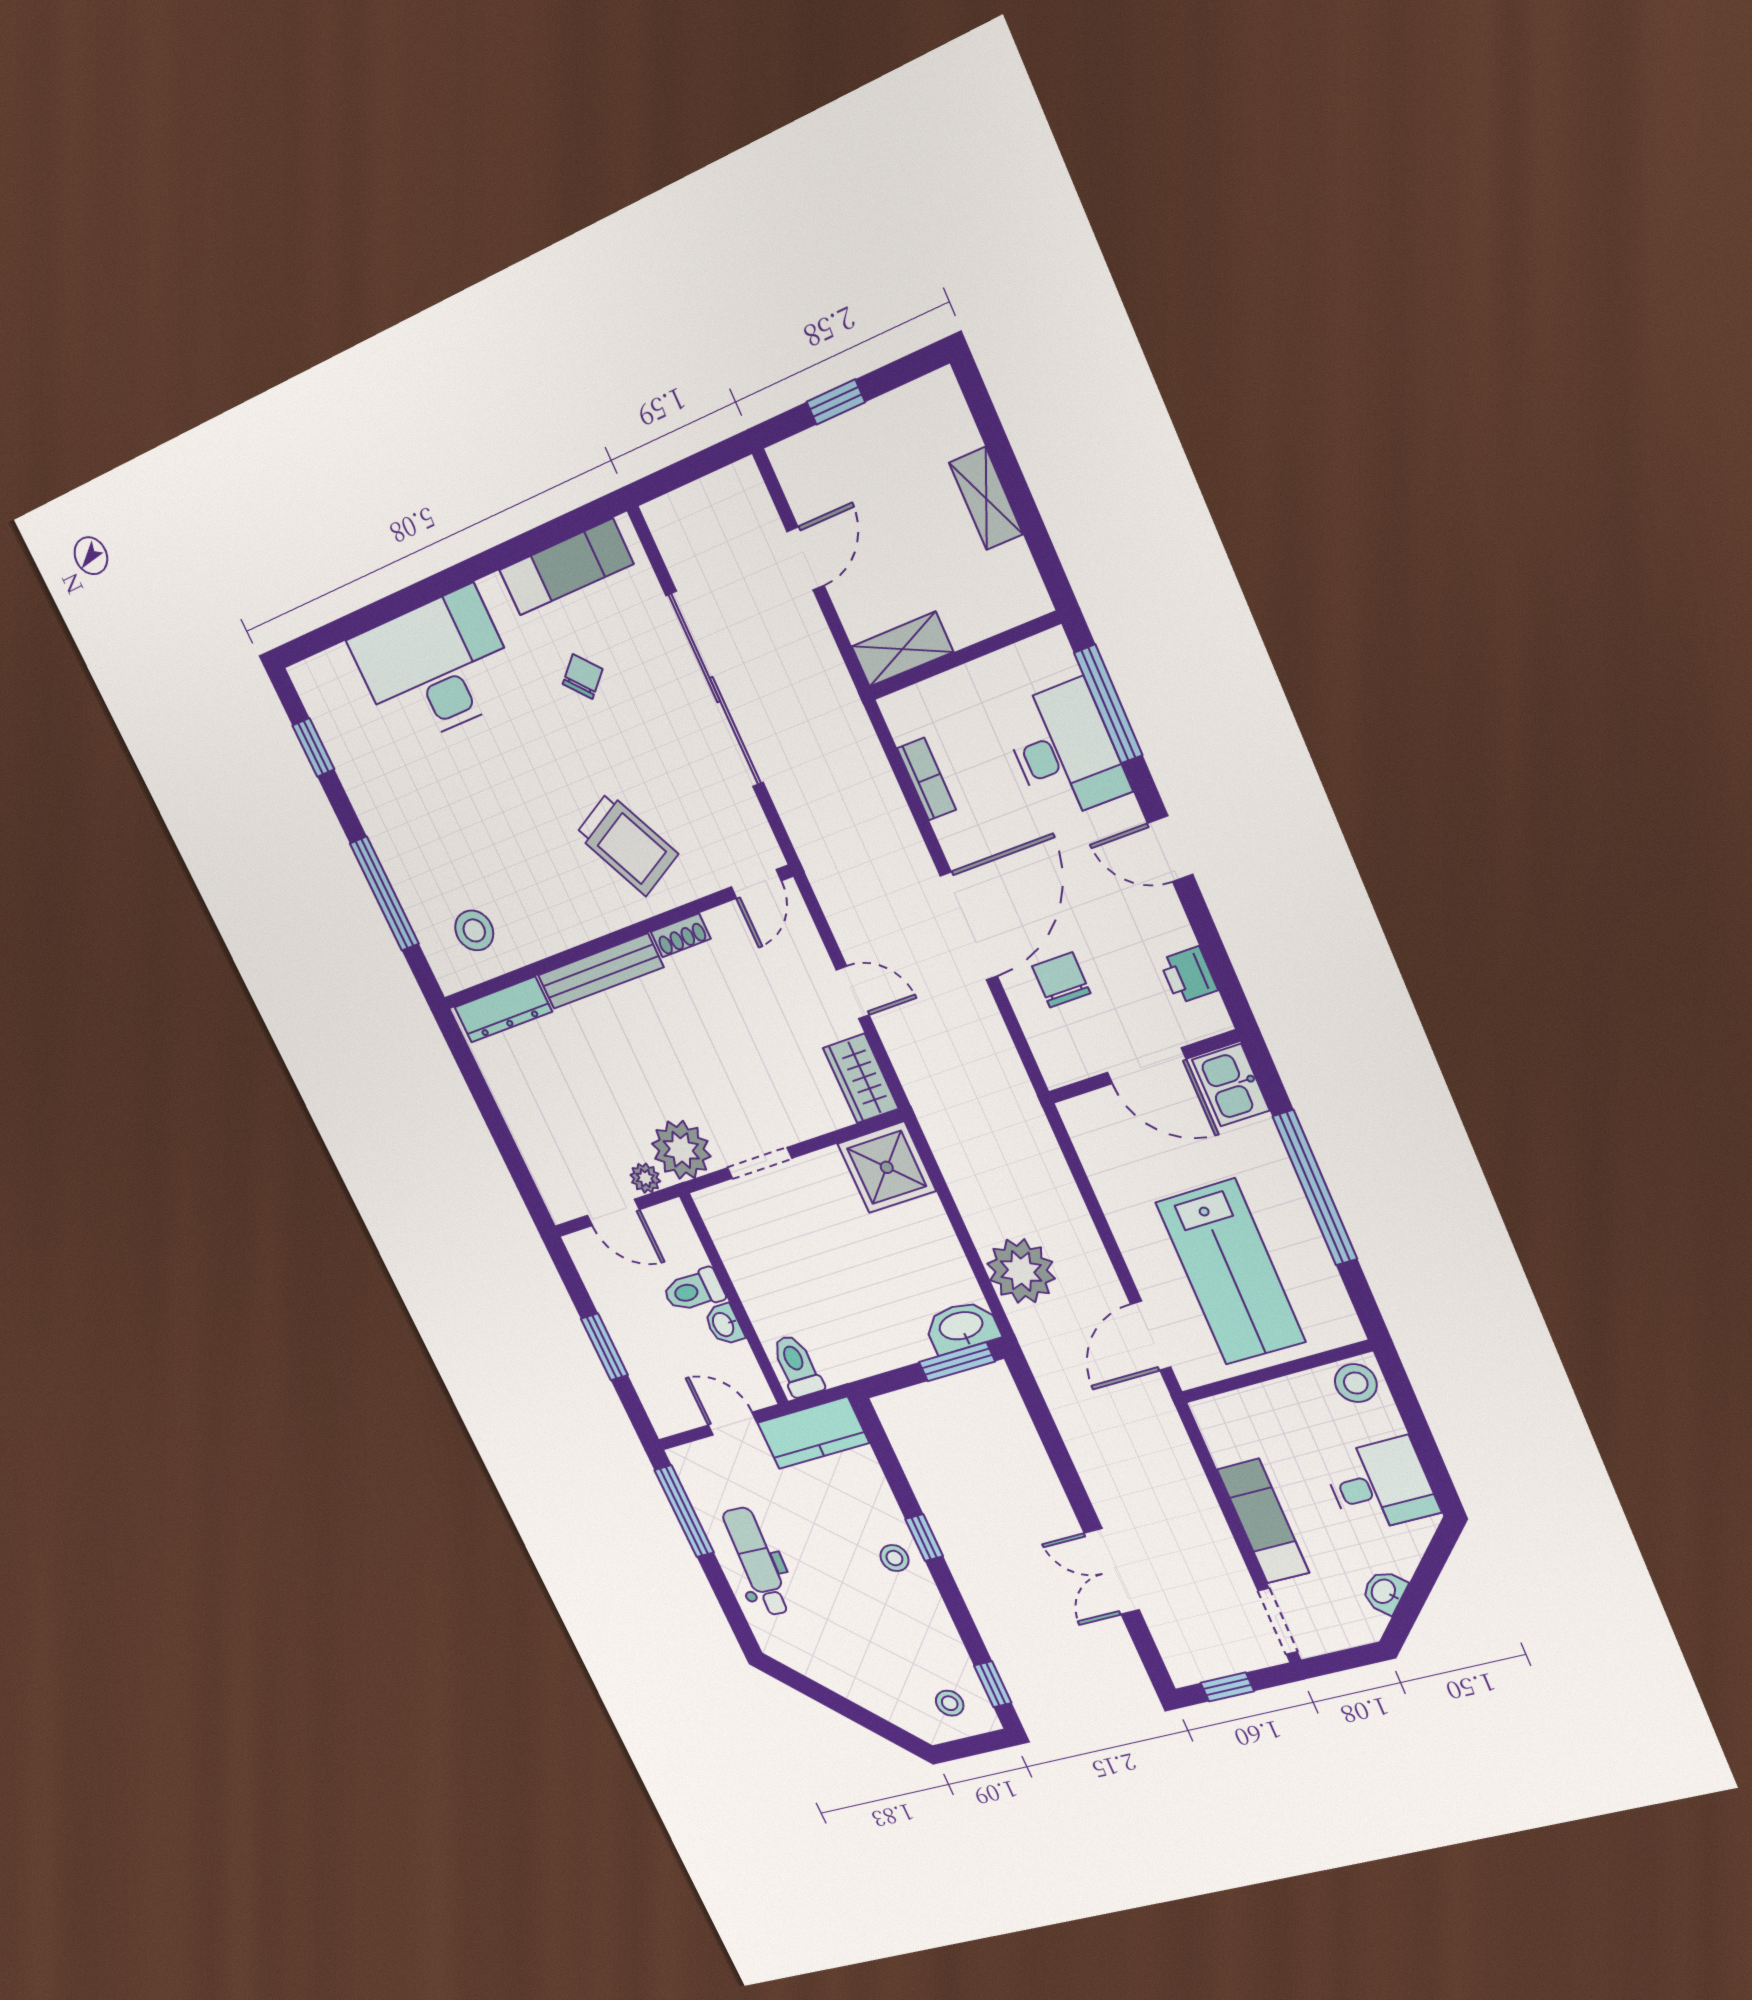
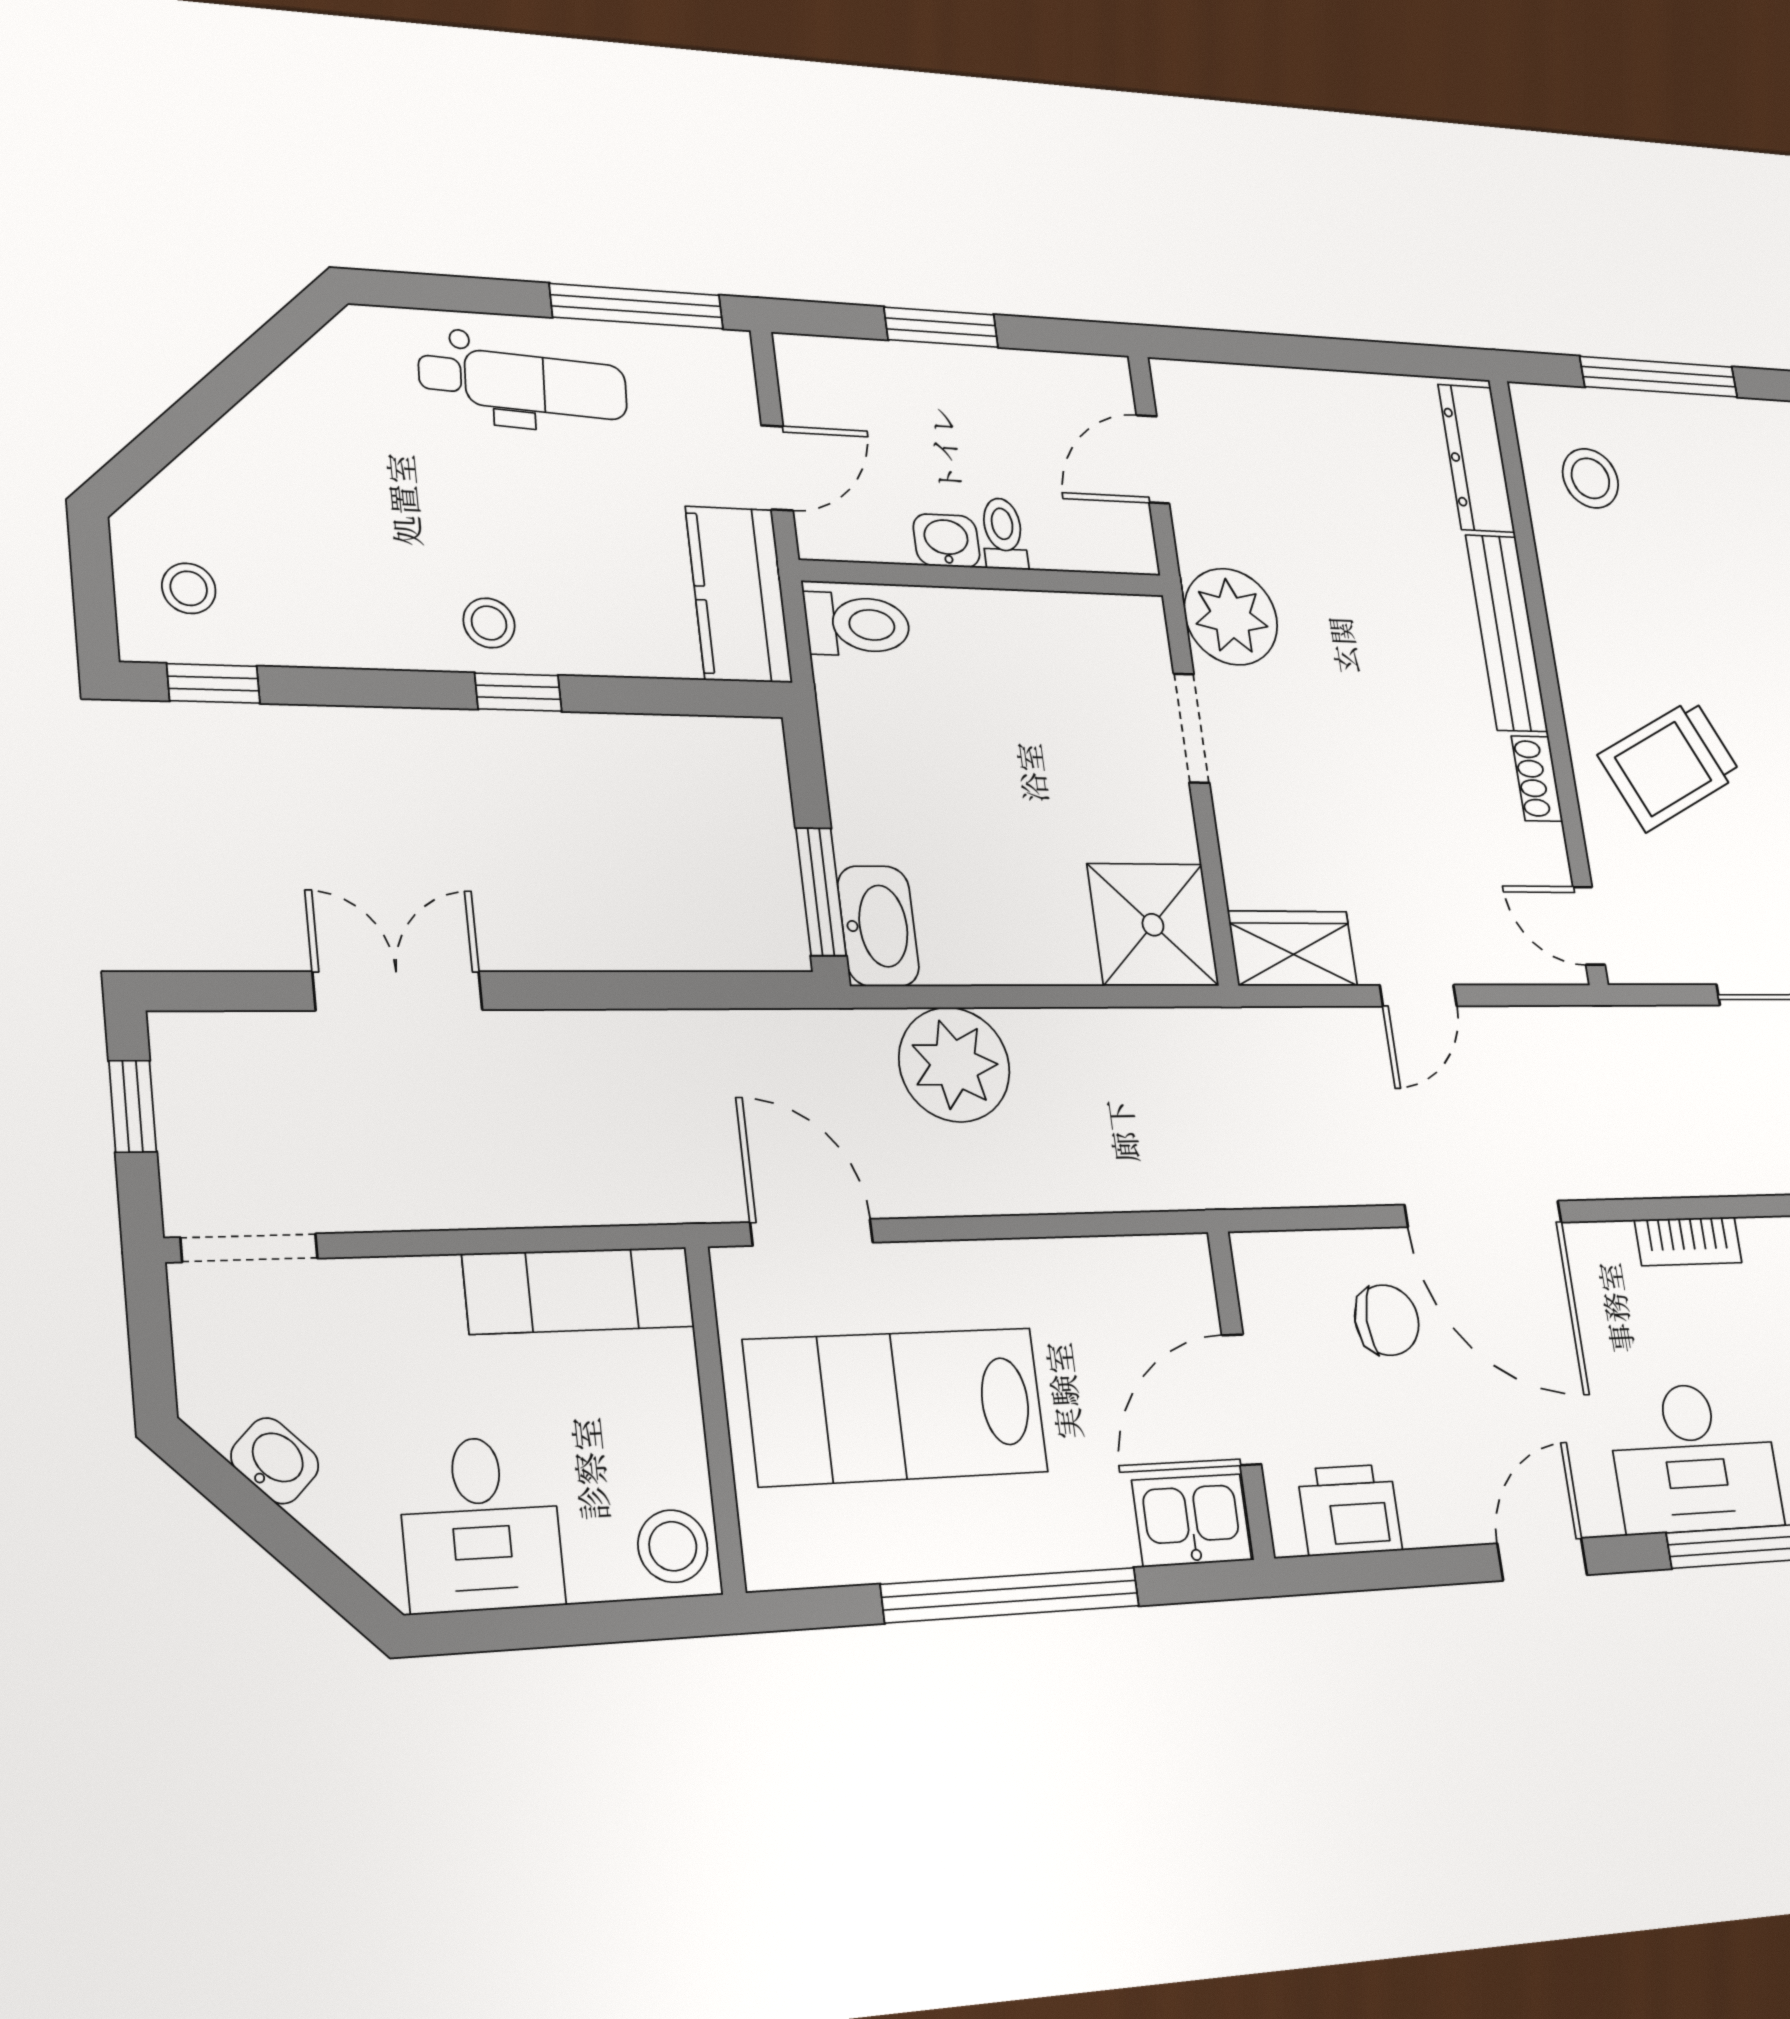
printer: (1189, 975) -> (1350, 1510), width x1.36, depth x1.24
plant: (645, 1178) -> (1197, 538), removed
toilet: (694, 1290) -> (1003, 534), width x0.73, depth x0.72
exam couch: (1263, 1521) -> (579, 1290), moved

